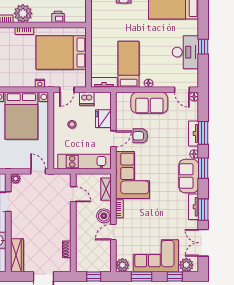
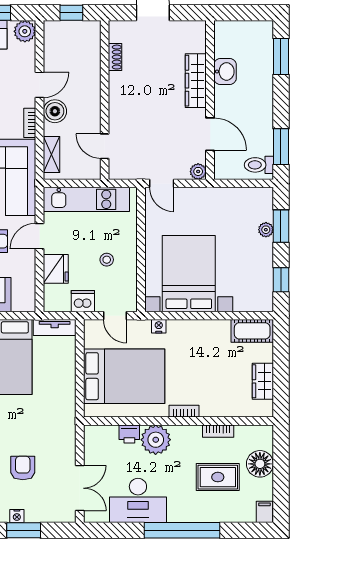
plant: (23, 13) -> (156, 440), moved
door: (67, 90) -> (115, 316), swing flipped
wardrobe: (17, 255) -> (196, 81), moved

